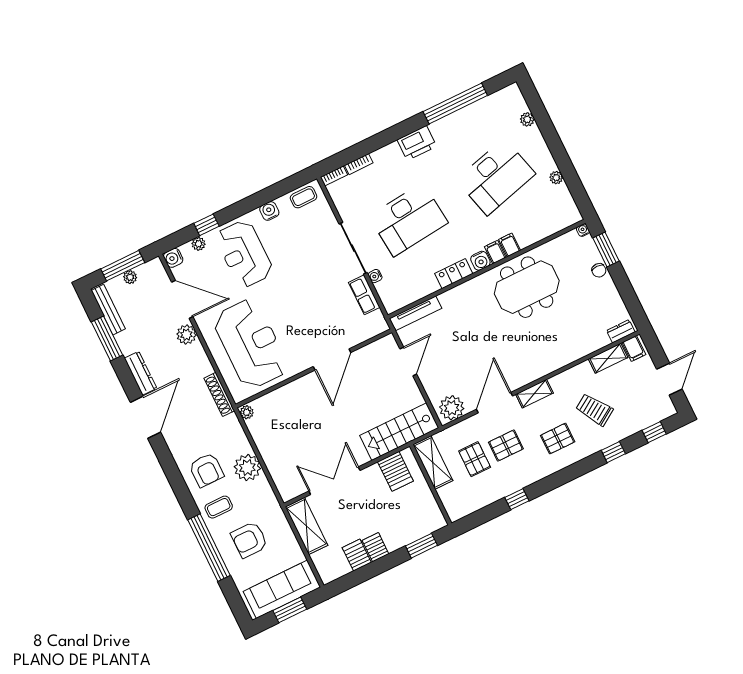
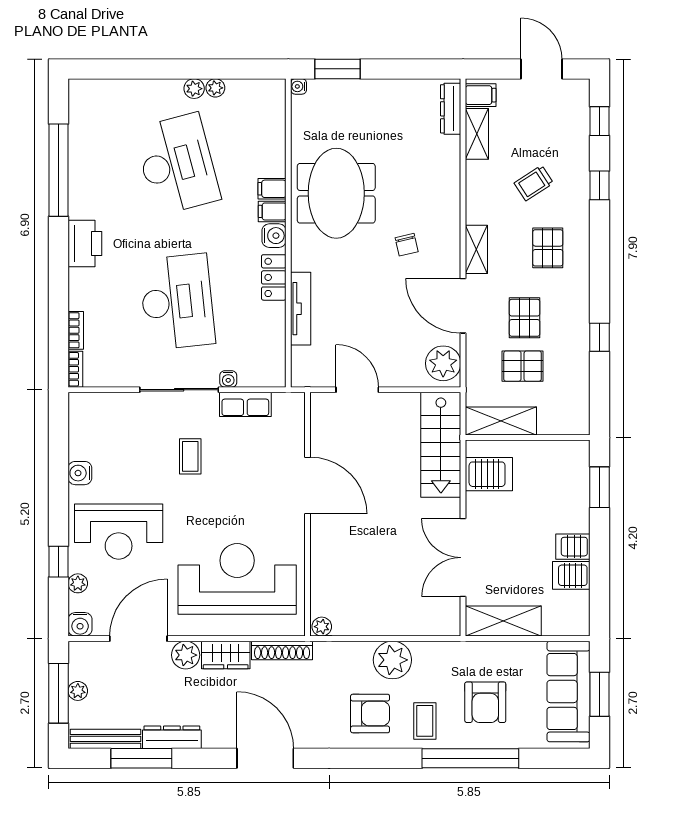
plant: (527, 119) -> (194, 89), moved
coffee table: (304, 197) -> (190, 456), moved
chair: (599, 270) -> (407, 245), moved, turned 77
tv unit: (415, 313) -> (301, 309), moved
dresser: (621, 331) -> (451, 109), width x1.44
wardrobe: (199, 360) -> (226, 655), added
dresser: (141, 373) -> (172, 737), moved
trolley: (594, 410) -> (534, 183), width x0.73, depth x0.72

